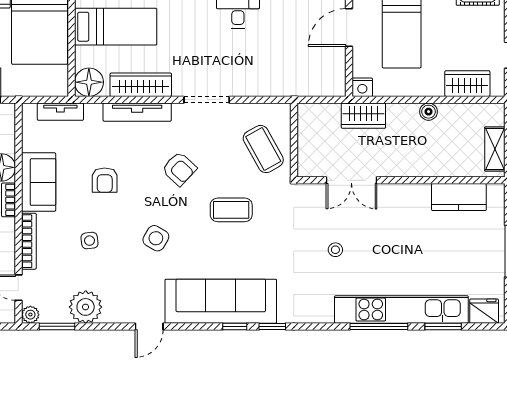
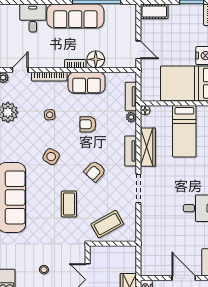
floor lamp: (89, 82) -> (145, 110), width x0.53, depth x0.53
plant: (93, 111) -> (131, 117), added
tv unit: (137, 112) -> (131, 151), width x0.71

